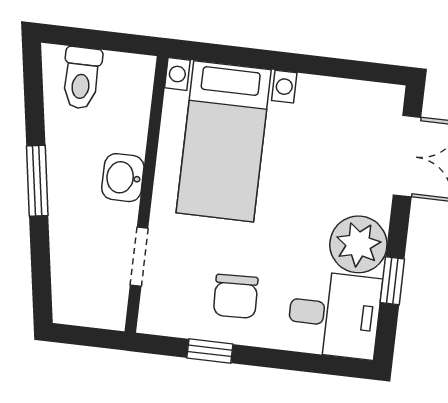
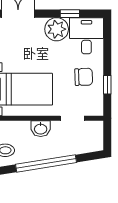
window: (37, 181) -> (46, 163), width x2.11

